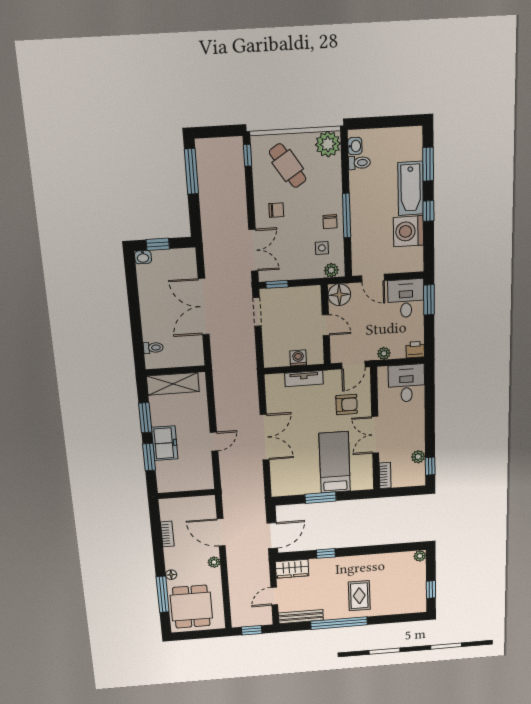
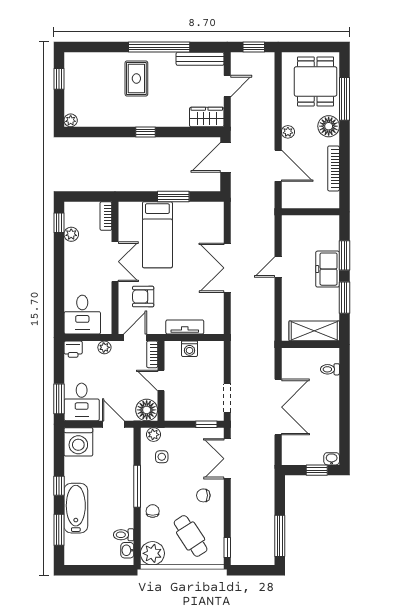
chair: (330, 222) -> (153, 511), moved
washing machine: (408, 231) -> (78, 442), moved, turned 90
bookcase: (336, 350) -> (152, 354), added
bookcase: (167, 534) -> (334, 168), width x1.56
window: (326, 553) -> (146, 132), moved
floor lamp: (171, 575) -> (329, 126), width x1.89, depth x1.89

